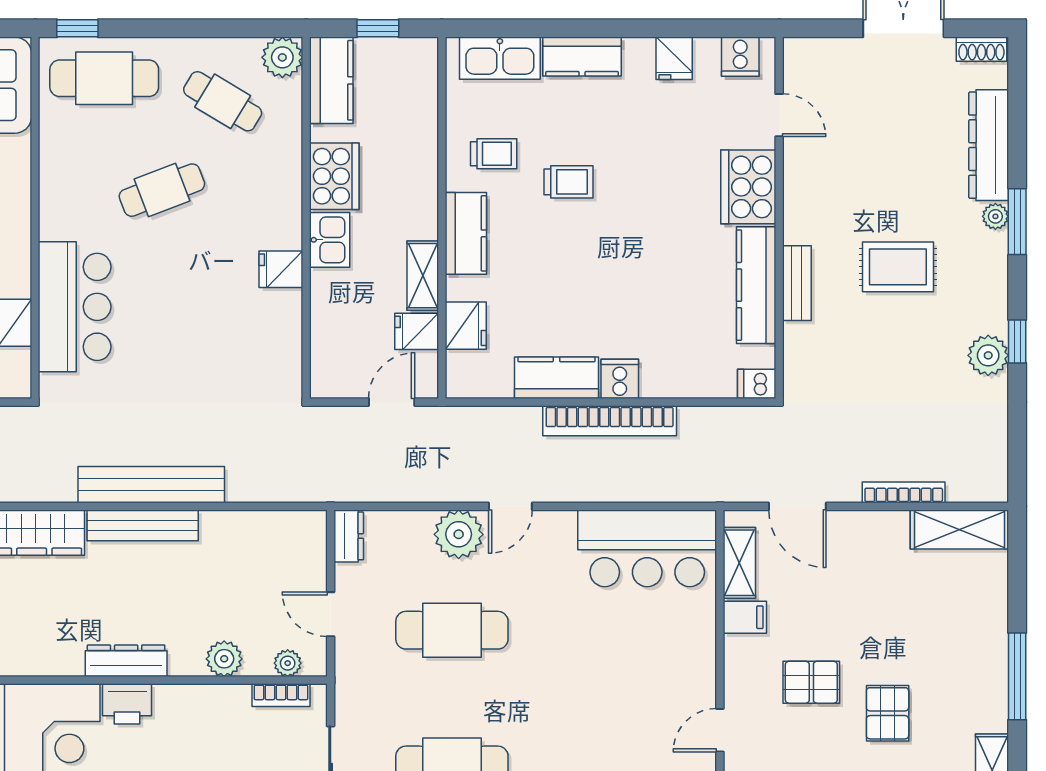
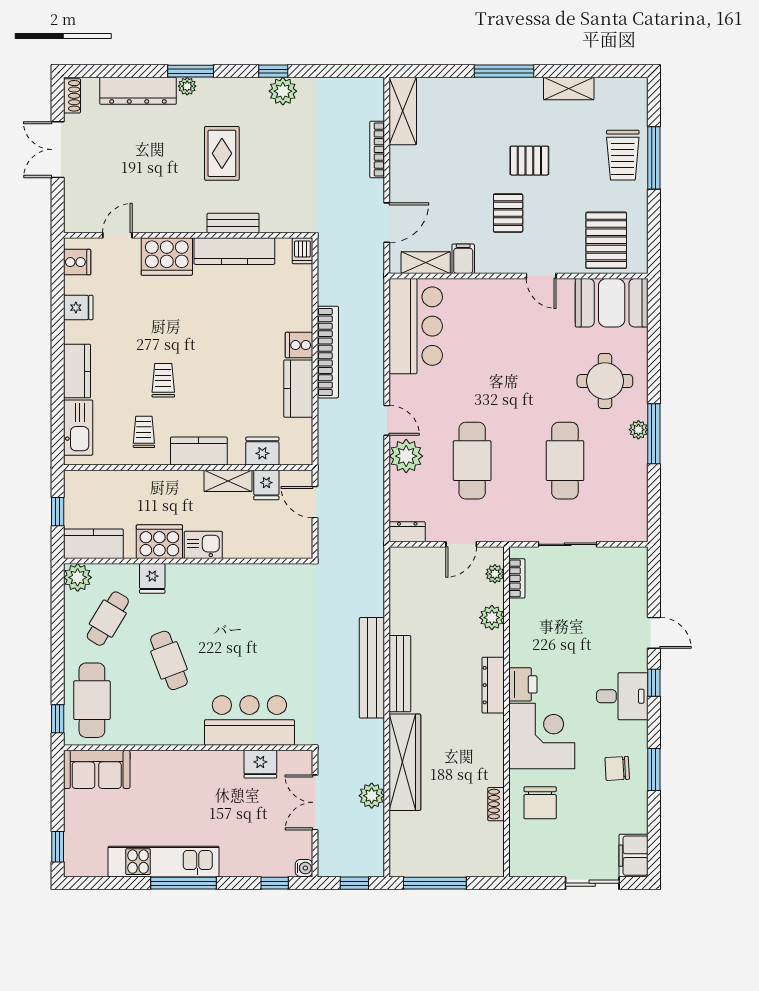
fridge: (281, 269) -> (152, 578), moved

